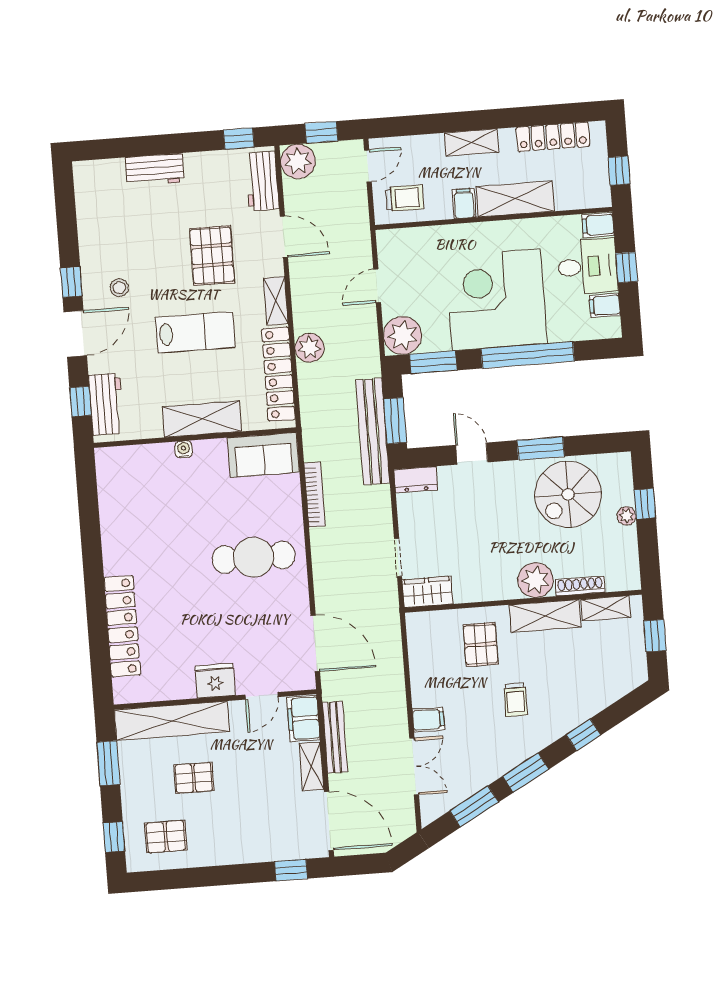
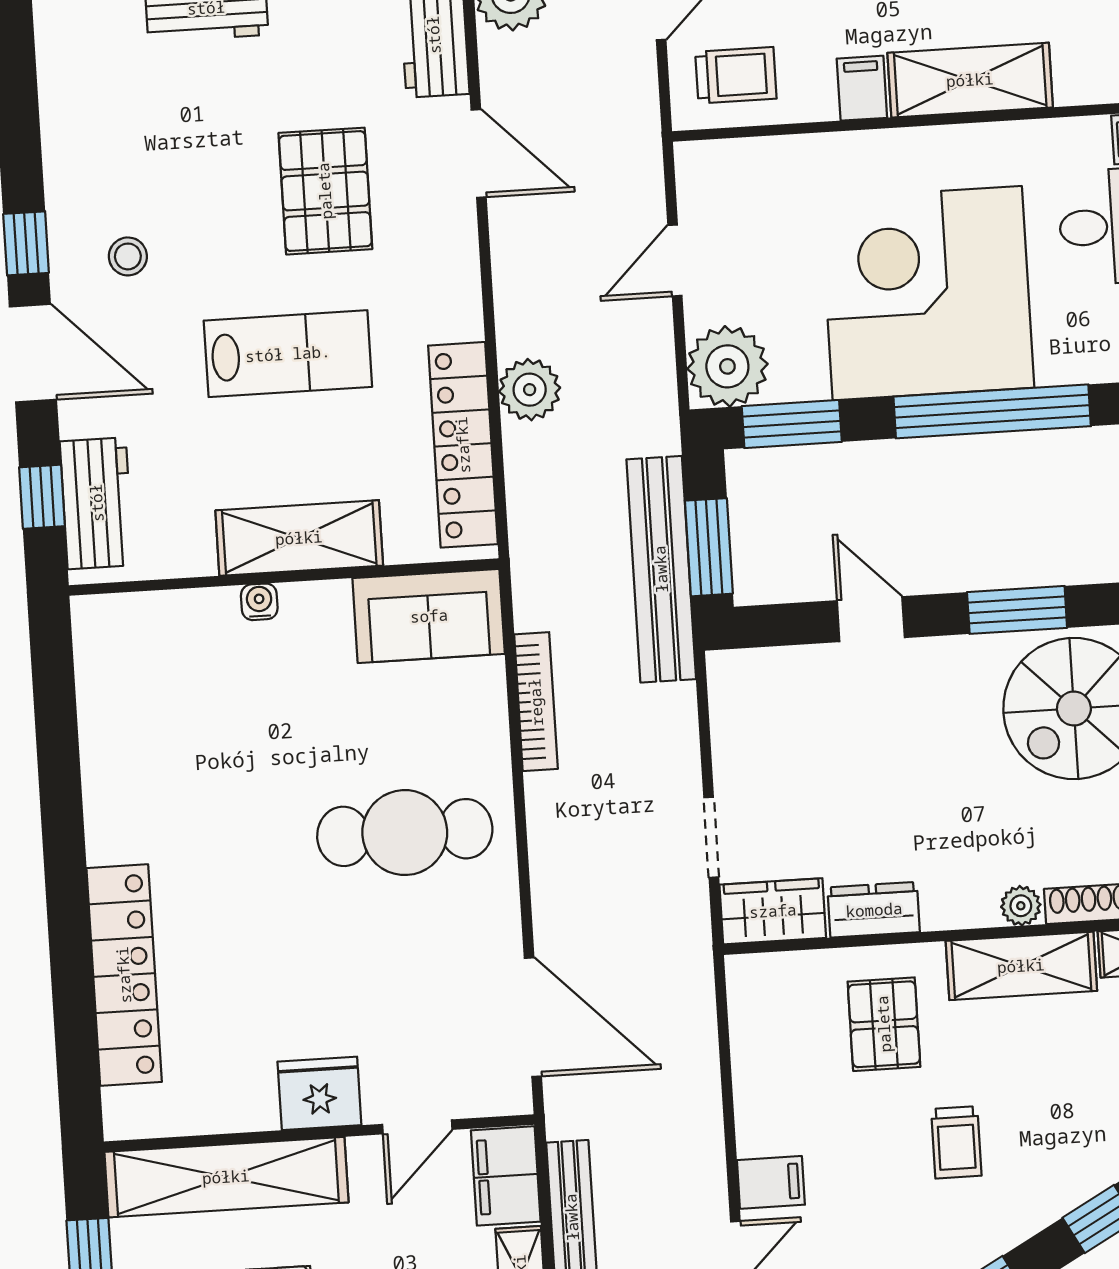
shelving: (276, 301) -> (459, 289), removed
door: (75, 334) -> (33, 353), hinge flipped
dresser: (416, 480) -> (874, 910), moved, turned 180
plant: (536, 580) -> (1021, 906), width x0.53, depth x0.53

